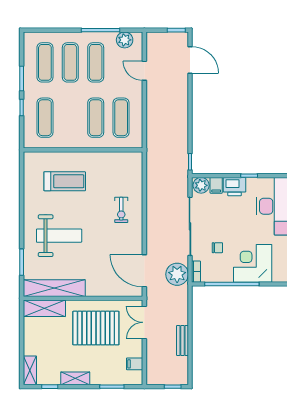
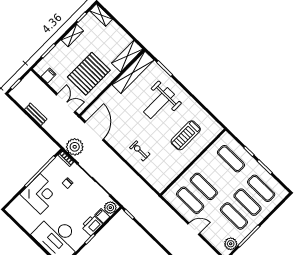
door: (144, 71) -> (194, 229), moved
door: (144, 271) -> (94, 131), hinge flipped

